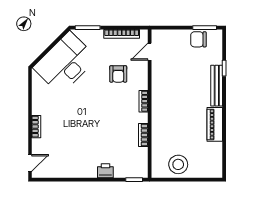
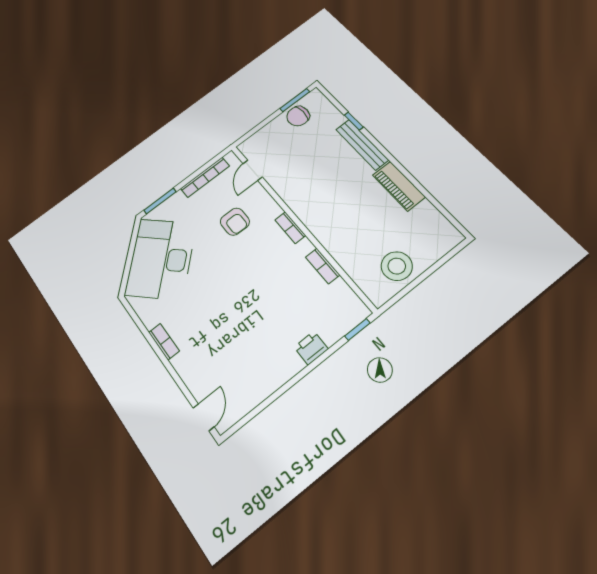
bookcase: (36, 127) -> (164, 342), moved

